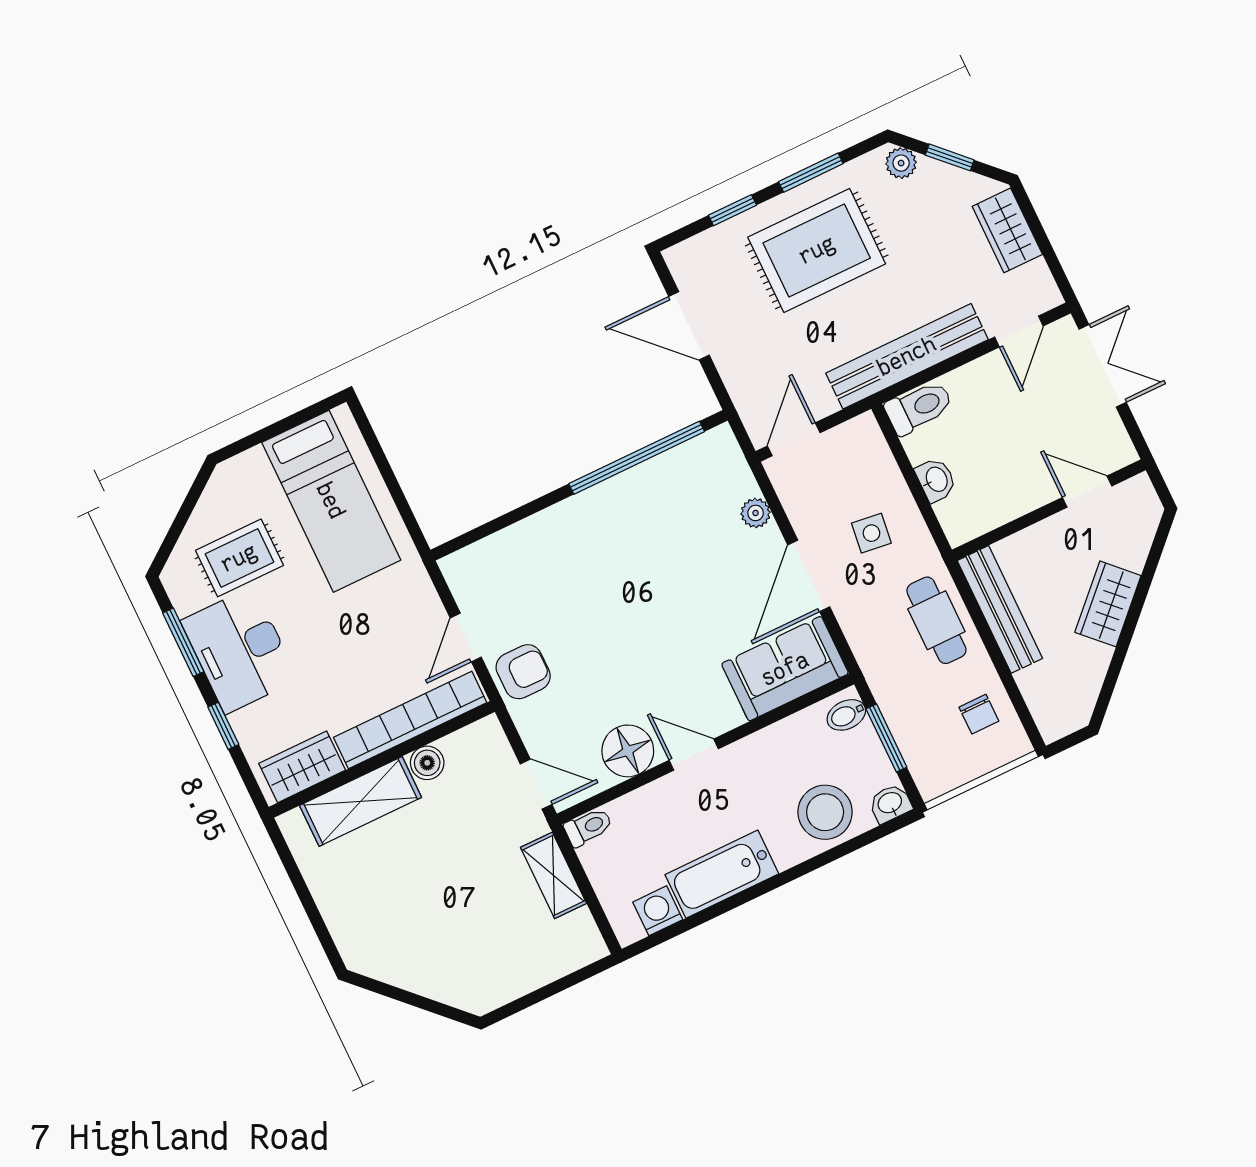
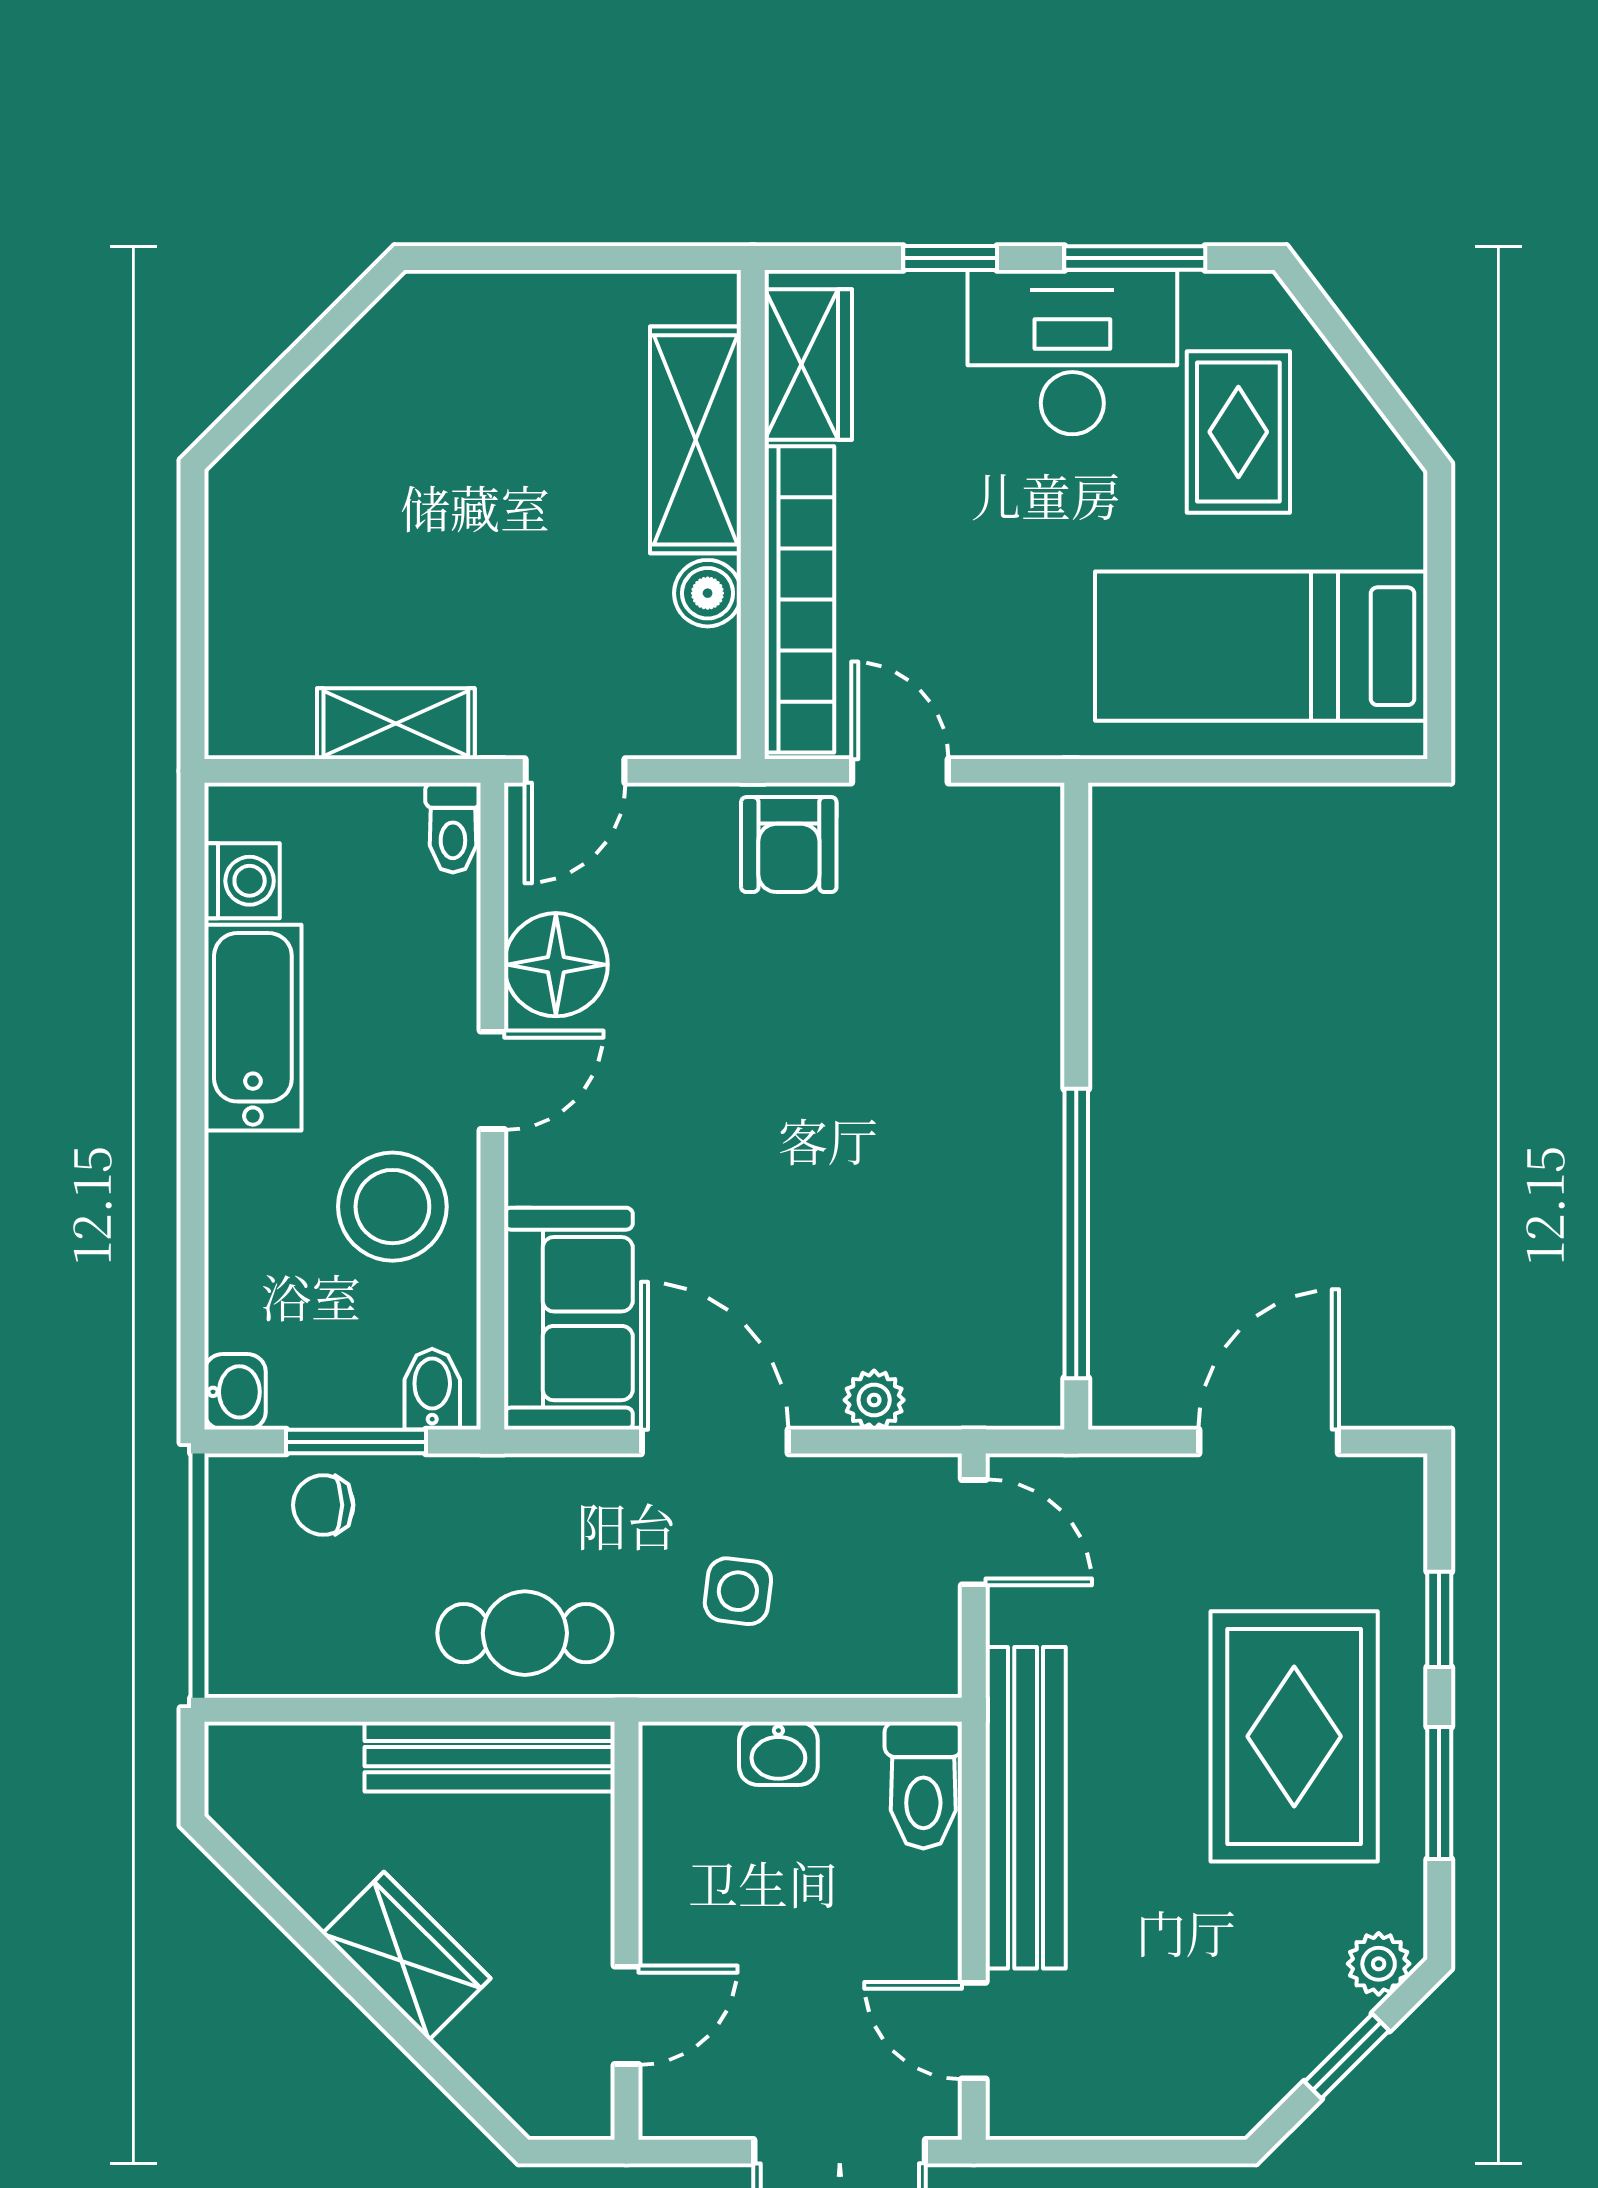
wardrobe: (1007, 230) -> (1166, 2097), removed
chair: (979, 714) -> (323, 1505), moved
stool: (825, 812) -> (392, 1207), moved

